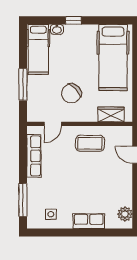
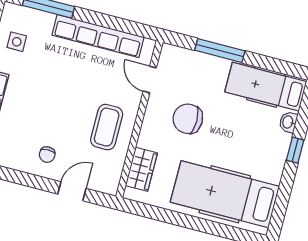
chair: (71, 93) -> (188, 119), turned -46
row of seats: (34, 156) -> (98, 36), width x1.36
chair: (117, 176) -> (47, 155), added

